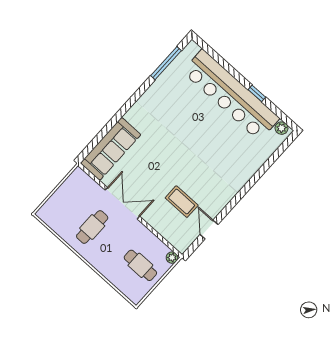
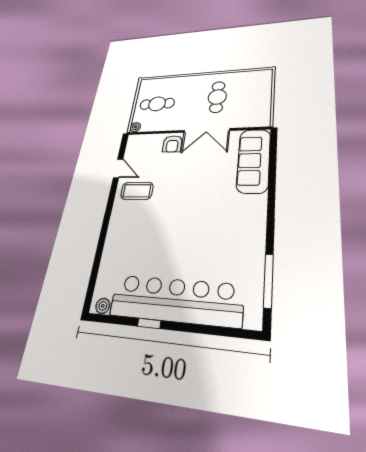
coffee table: (182, 202) -> (137, 191), moved
armchair: (155, 214) -> (172, 144), added

